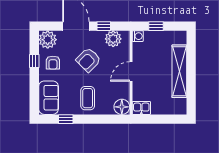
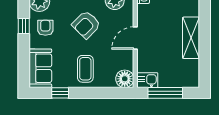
armchair: (53, 63) -> (45, 28), turned 180
shelving: (179, 71) -> (191, 38), width x0.68
window: (157, 119) -> (165, 93), added

